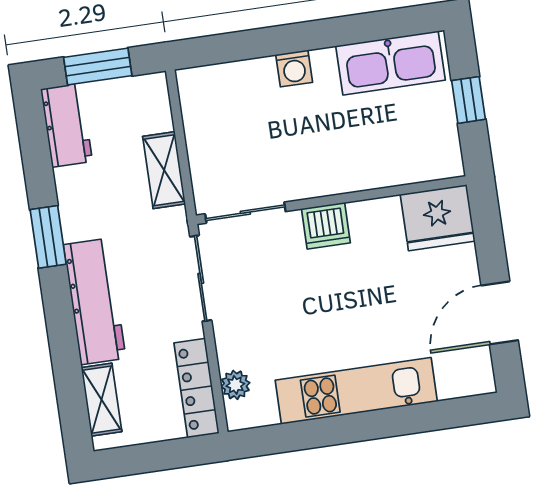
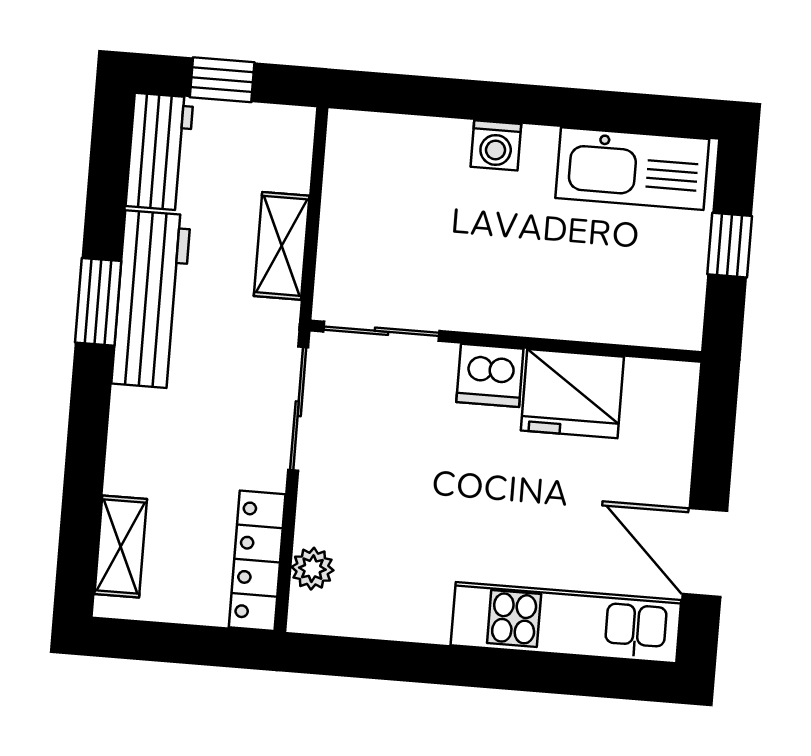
window: (98, 67) -> (222, 80), width x0.67
fridge: (438, 218) -> (572, 394), moved
workbench: (95, 302) -> (151, 300), moved
door: (500, 313) -> (705, 553), hinge flipped
kitchen unit: (356, 391) -> (566, 623), moved

